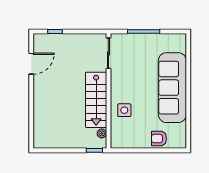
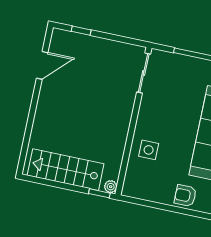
stairs: (96, 100) -> (66, 170), moved, turned 90
plant: (102, 133) -> (111, 187), moved

